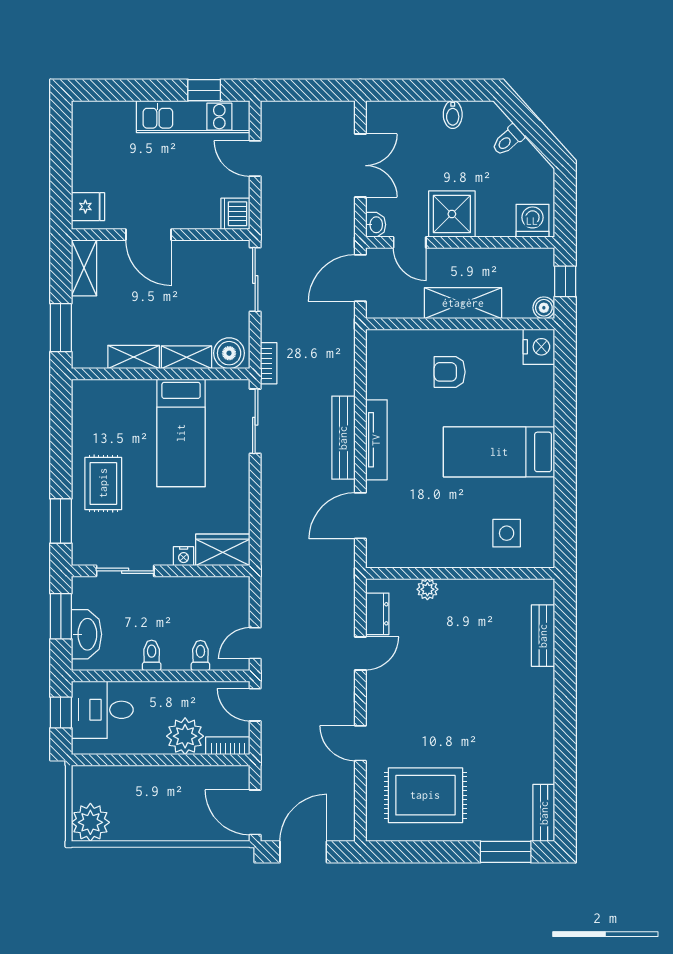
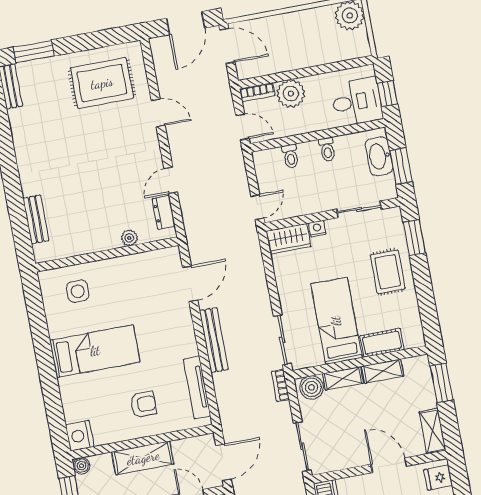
cot: (128, 394) -> (382, 343), added
tv unit: (376, 440) -> (197, 387), moved
door: (255, 643) -> (257, 207), moved

